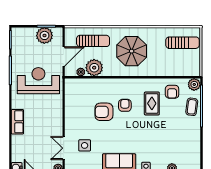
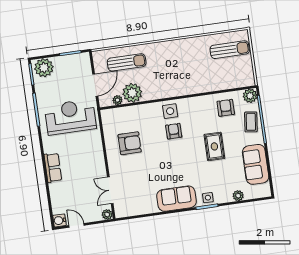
plant: (44, 35) -> (44, 68), moved
parasol: (132, 51) -> (173, 68), removed
armchair: (172, 92) -> (226, 108), turned 180
rug: (152, 103) -> (214, 146), moved
armchair: (104, 112) -> (130, 143), moved, turned 180
sofa: (191, 144) -> (256, 164), added
side table: (85, 145) -> (170, 111), moved

